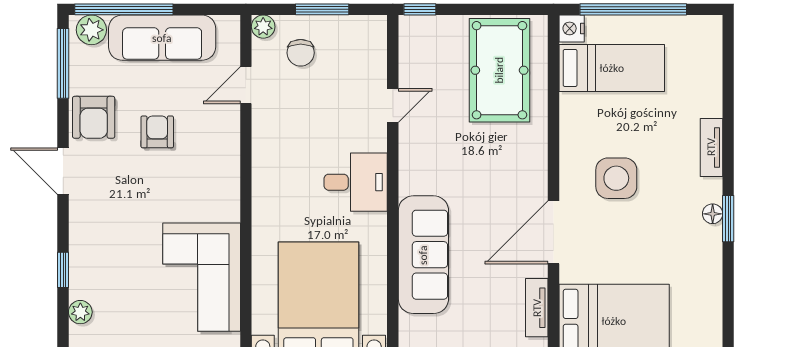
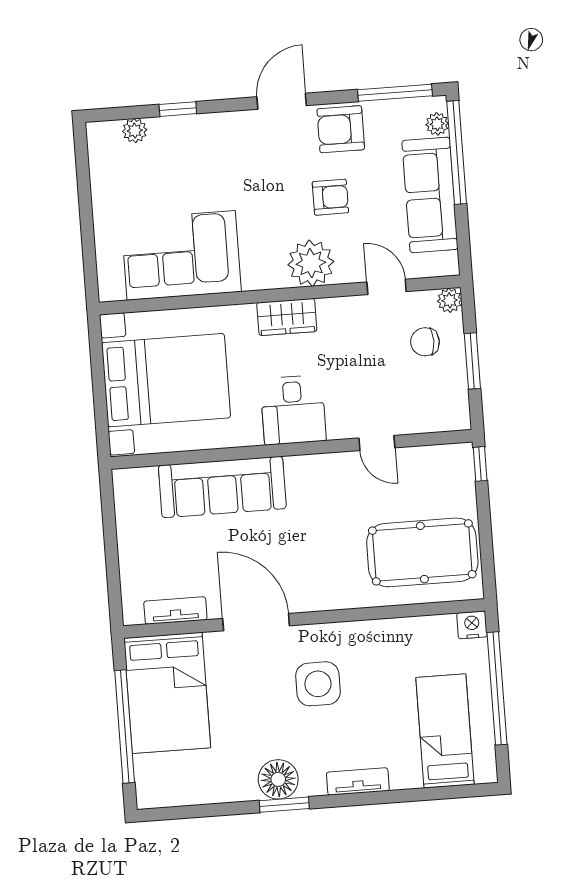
plant: (91, 30) -> (437, 124), width x0.73, depth x0.73
bed: (612, 68) -> (445, 731), moved, turned 180
plant: (218, 155) -> (311, 263), added
wardrobe: (267, 182) -> (287, 317), added
floor lamp: (713, 214) -> (278, 779), width x1.89, depth x1.89

